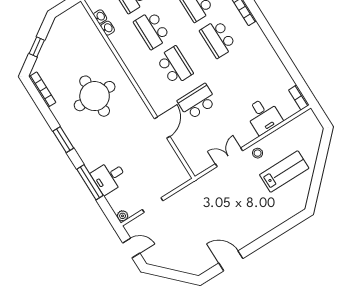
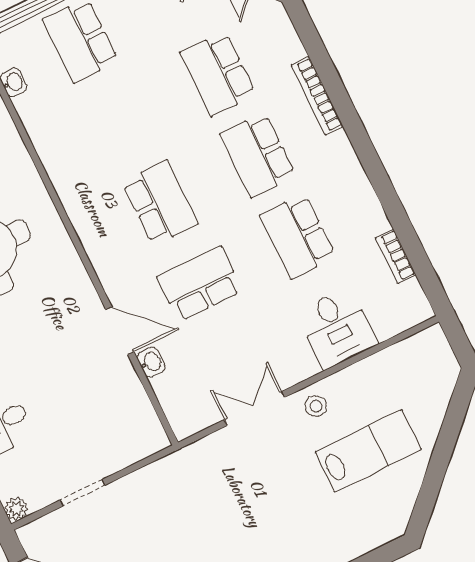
washbasin: (108, 28) -> (151, 362), moved
school desk: (152, 30) -> (298, 236), moved
bookcase: (299, 97) -> (396, 256), moved
door: (162, 128) -> (120, 331), hinge flipped

